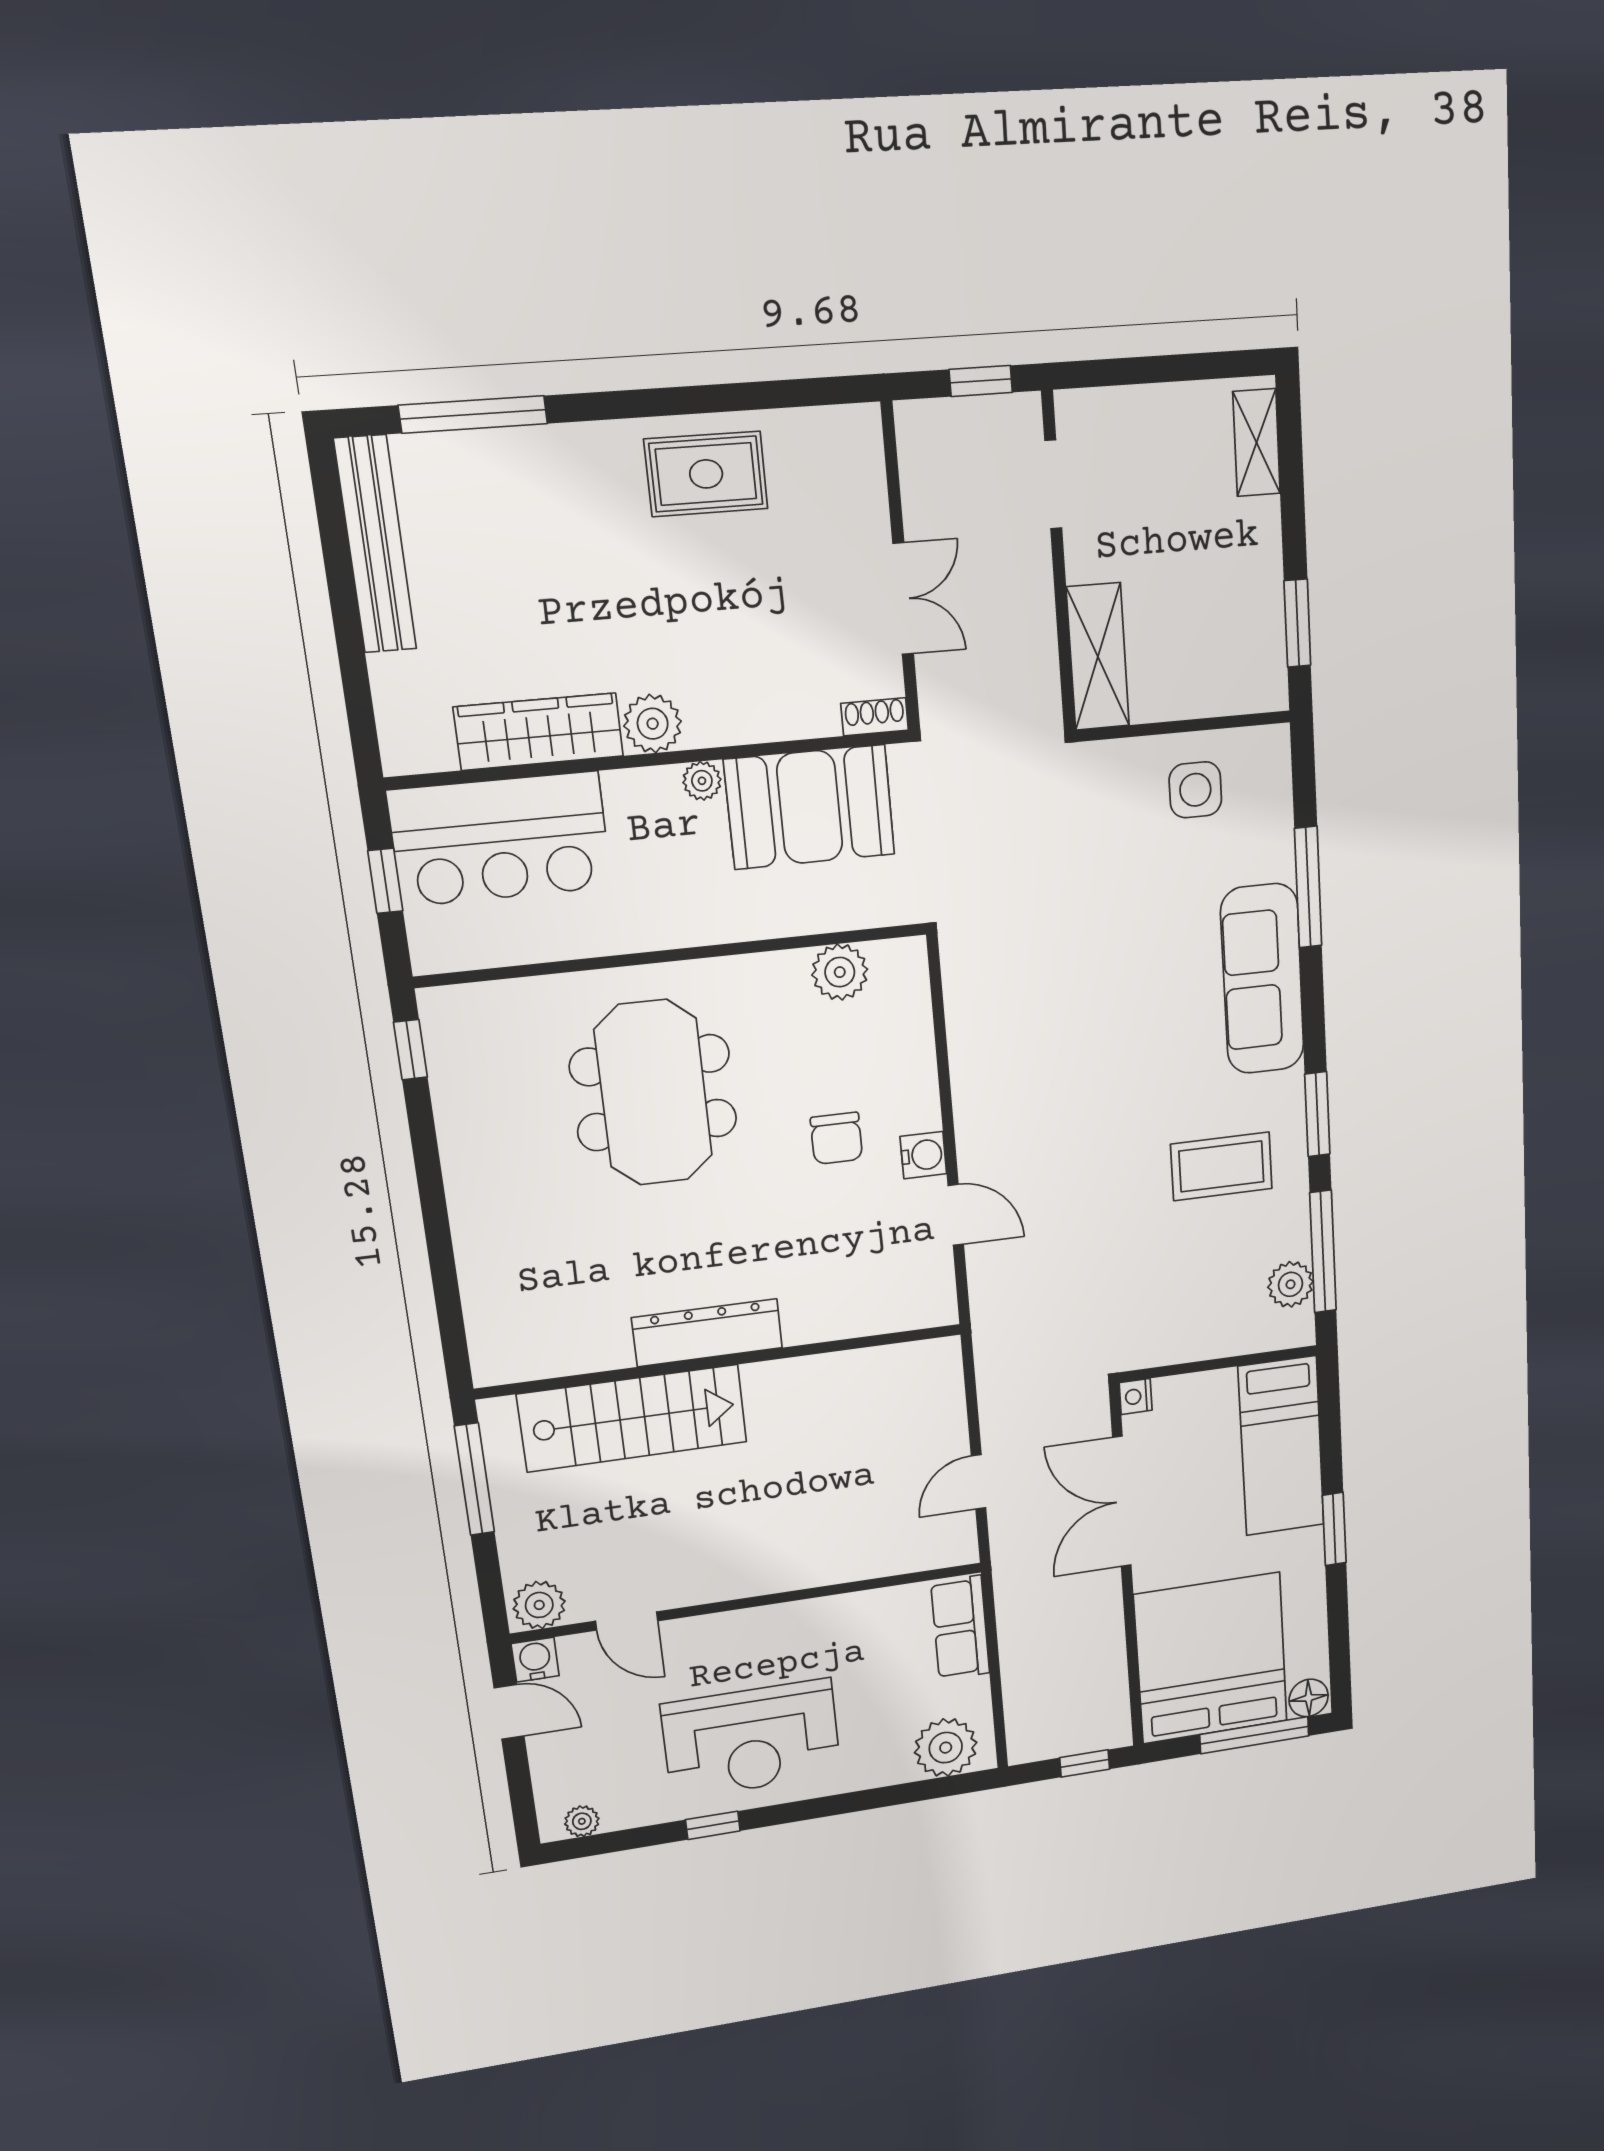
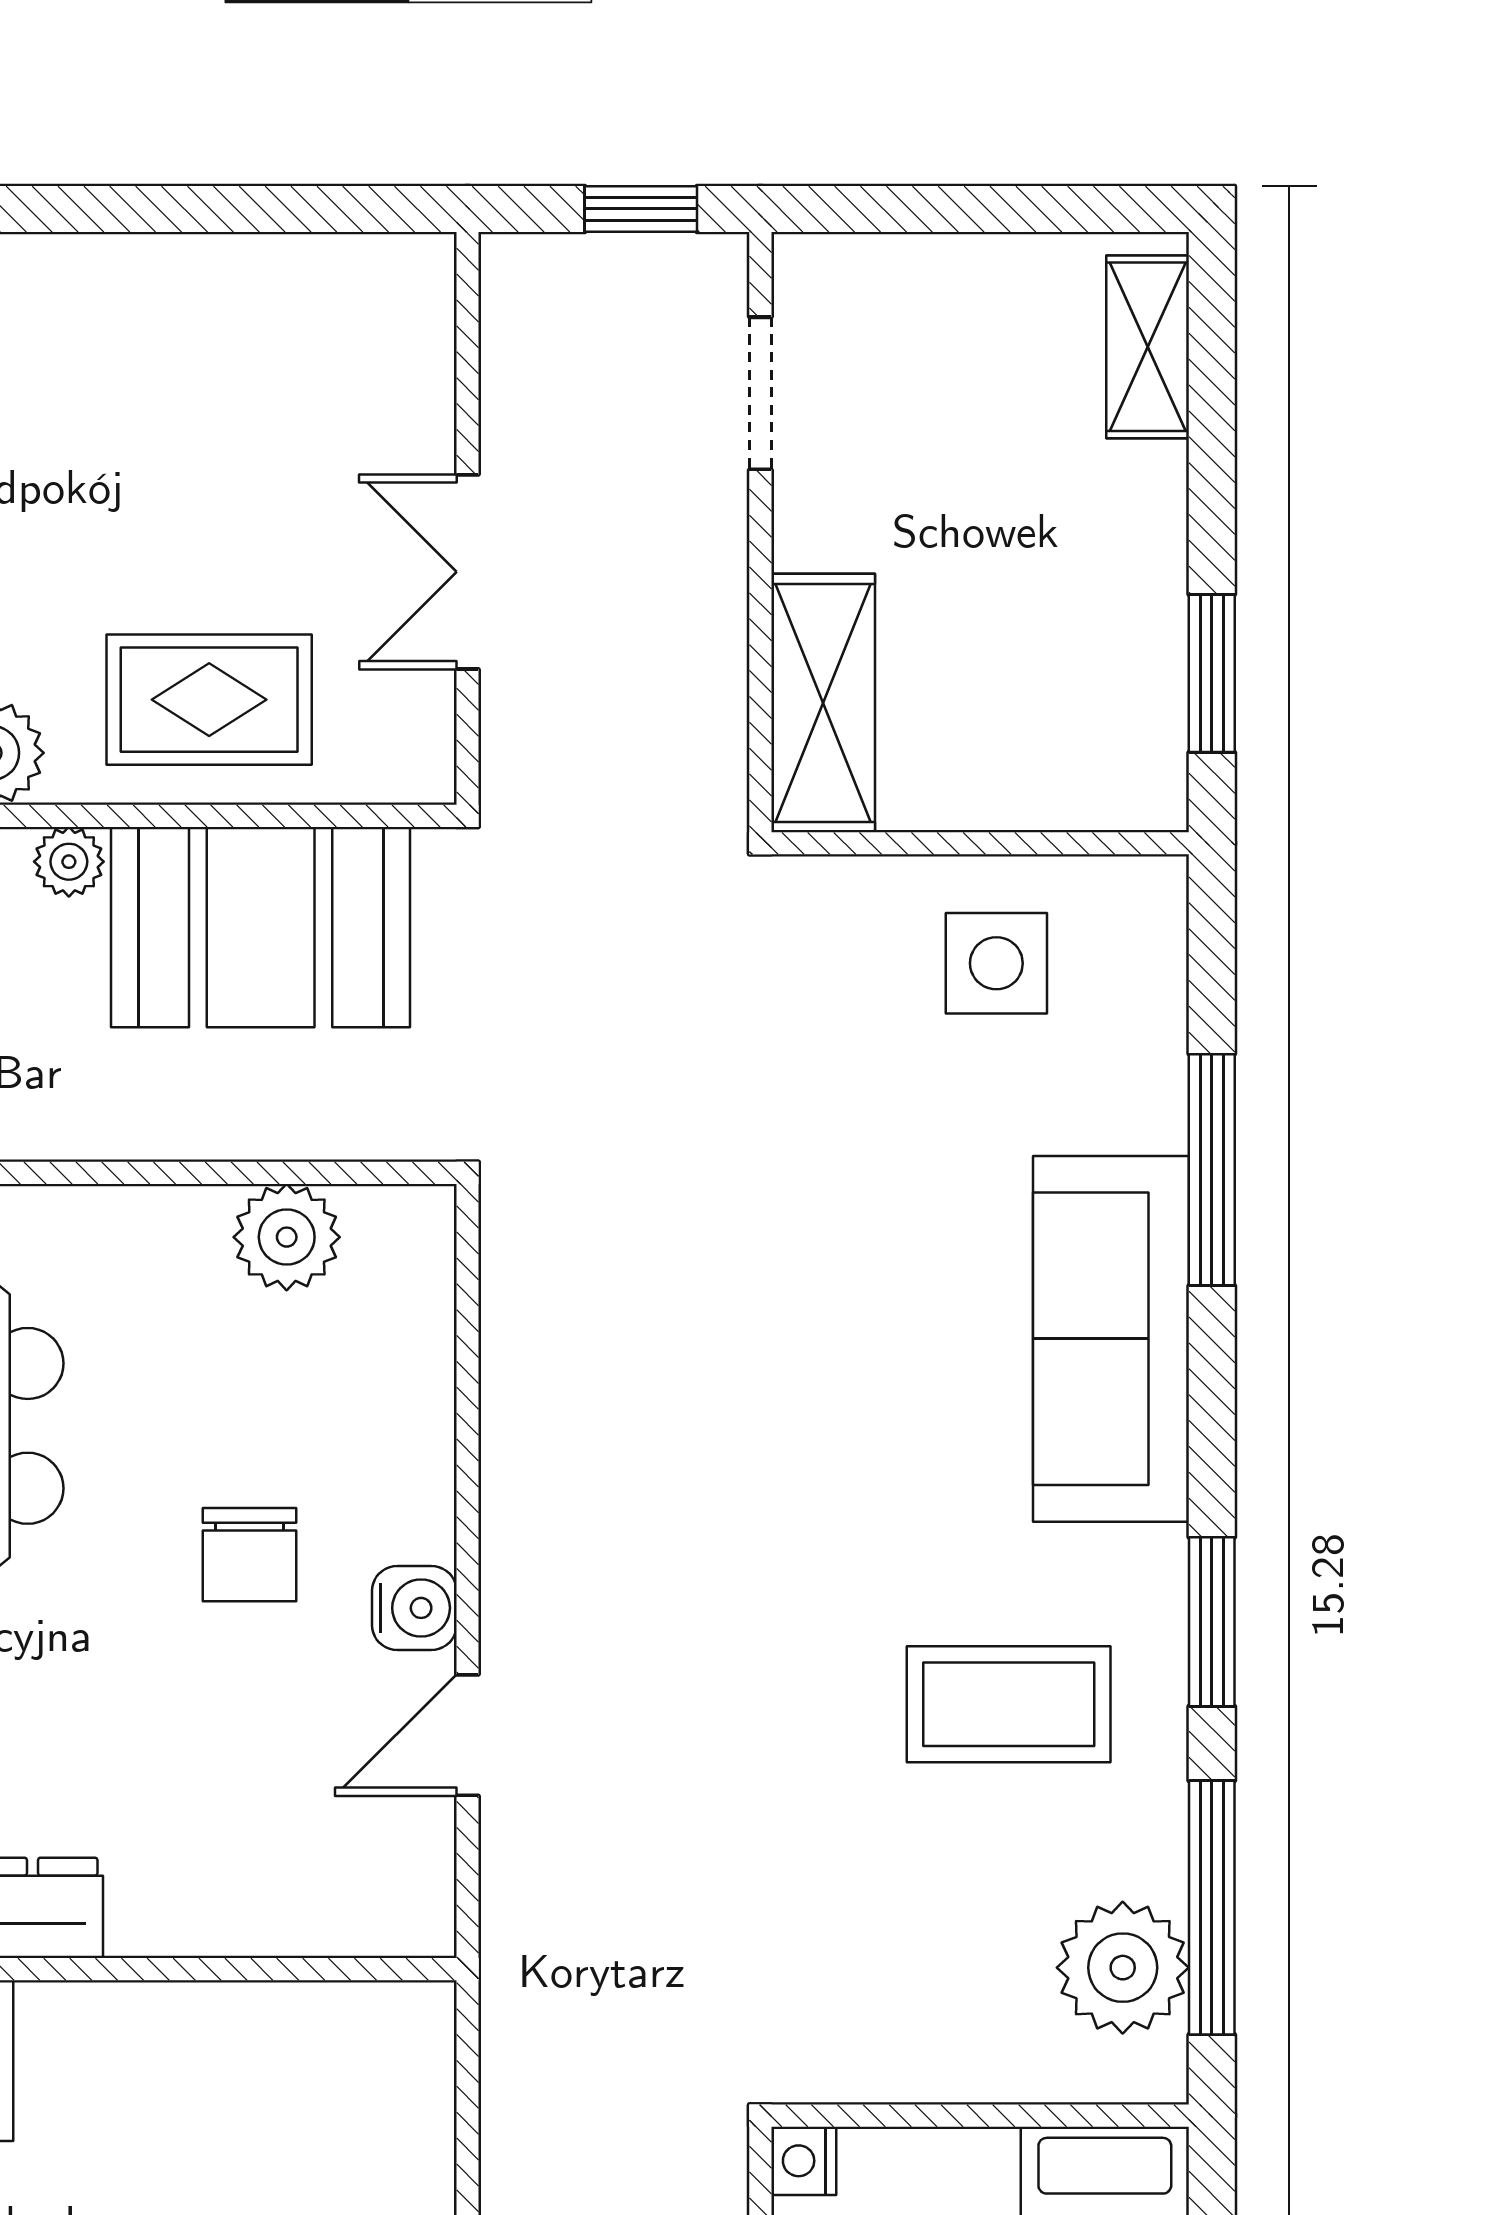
rug: (706, 474) -> (209, 700), moved
double door: (903, 599) -> (468, 572), swing flipped
shoe rack: (875, 717) -> (396, 776), removed
door: (956, 1215) -> (468, 1735), swing flipped
plant: (1291, 1284) -> (1123, 1968), width x1.36, depth x1.36

